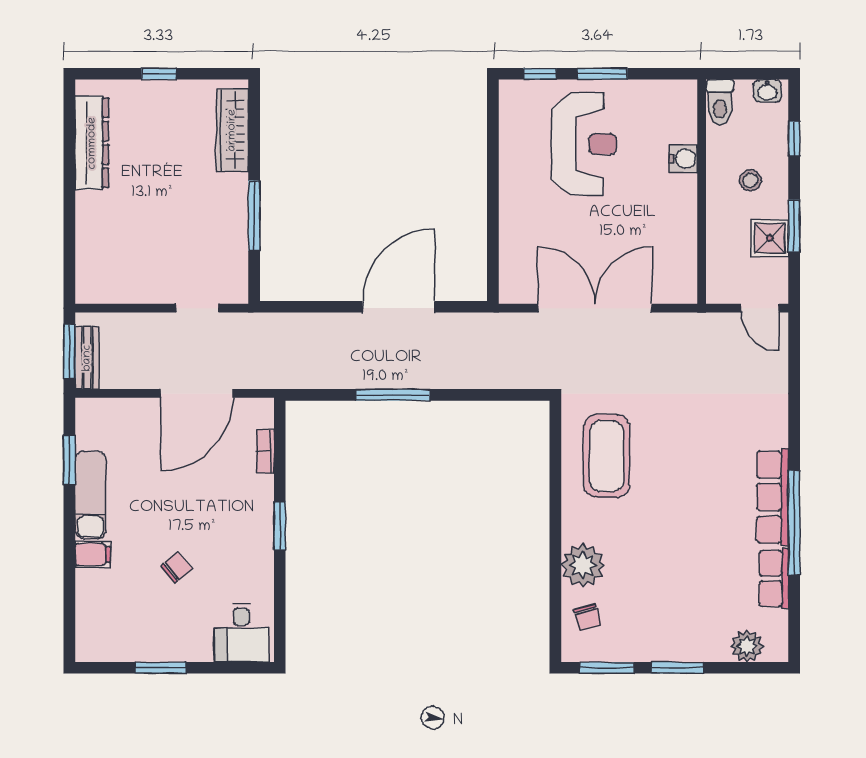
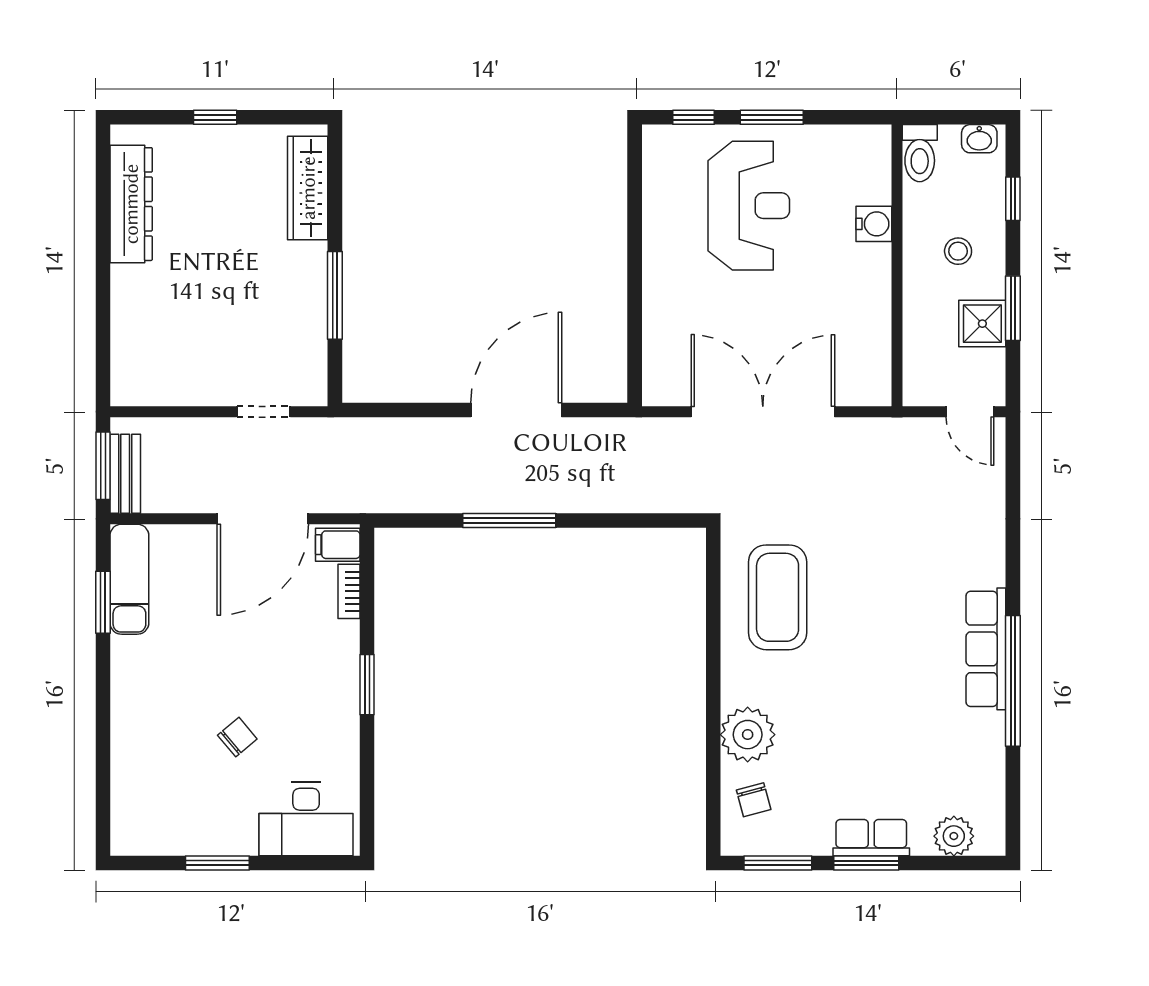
exam couch: (90, 495) -> (129, 579), moved
filing cabinet: (93, 554) -> (338, 545), moved, turned 180
row of seats: (774, 578) -> (871, 838), moved, turned 90
desk: (241, 633) -> (306, 819), width x1.37

